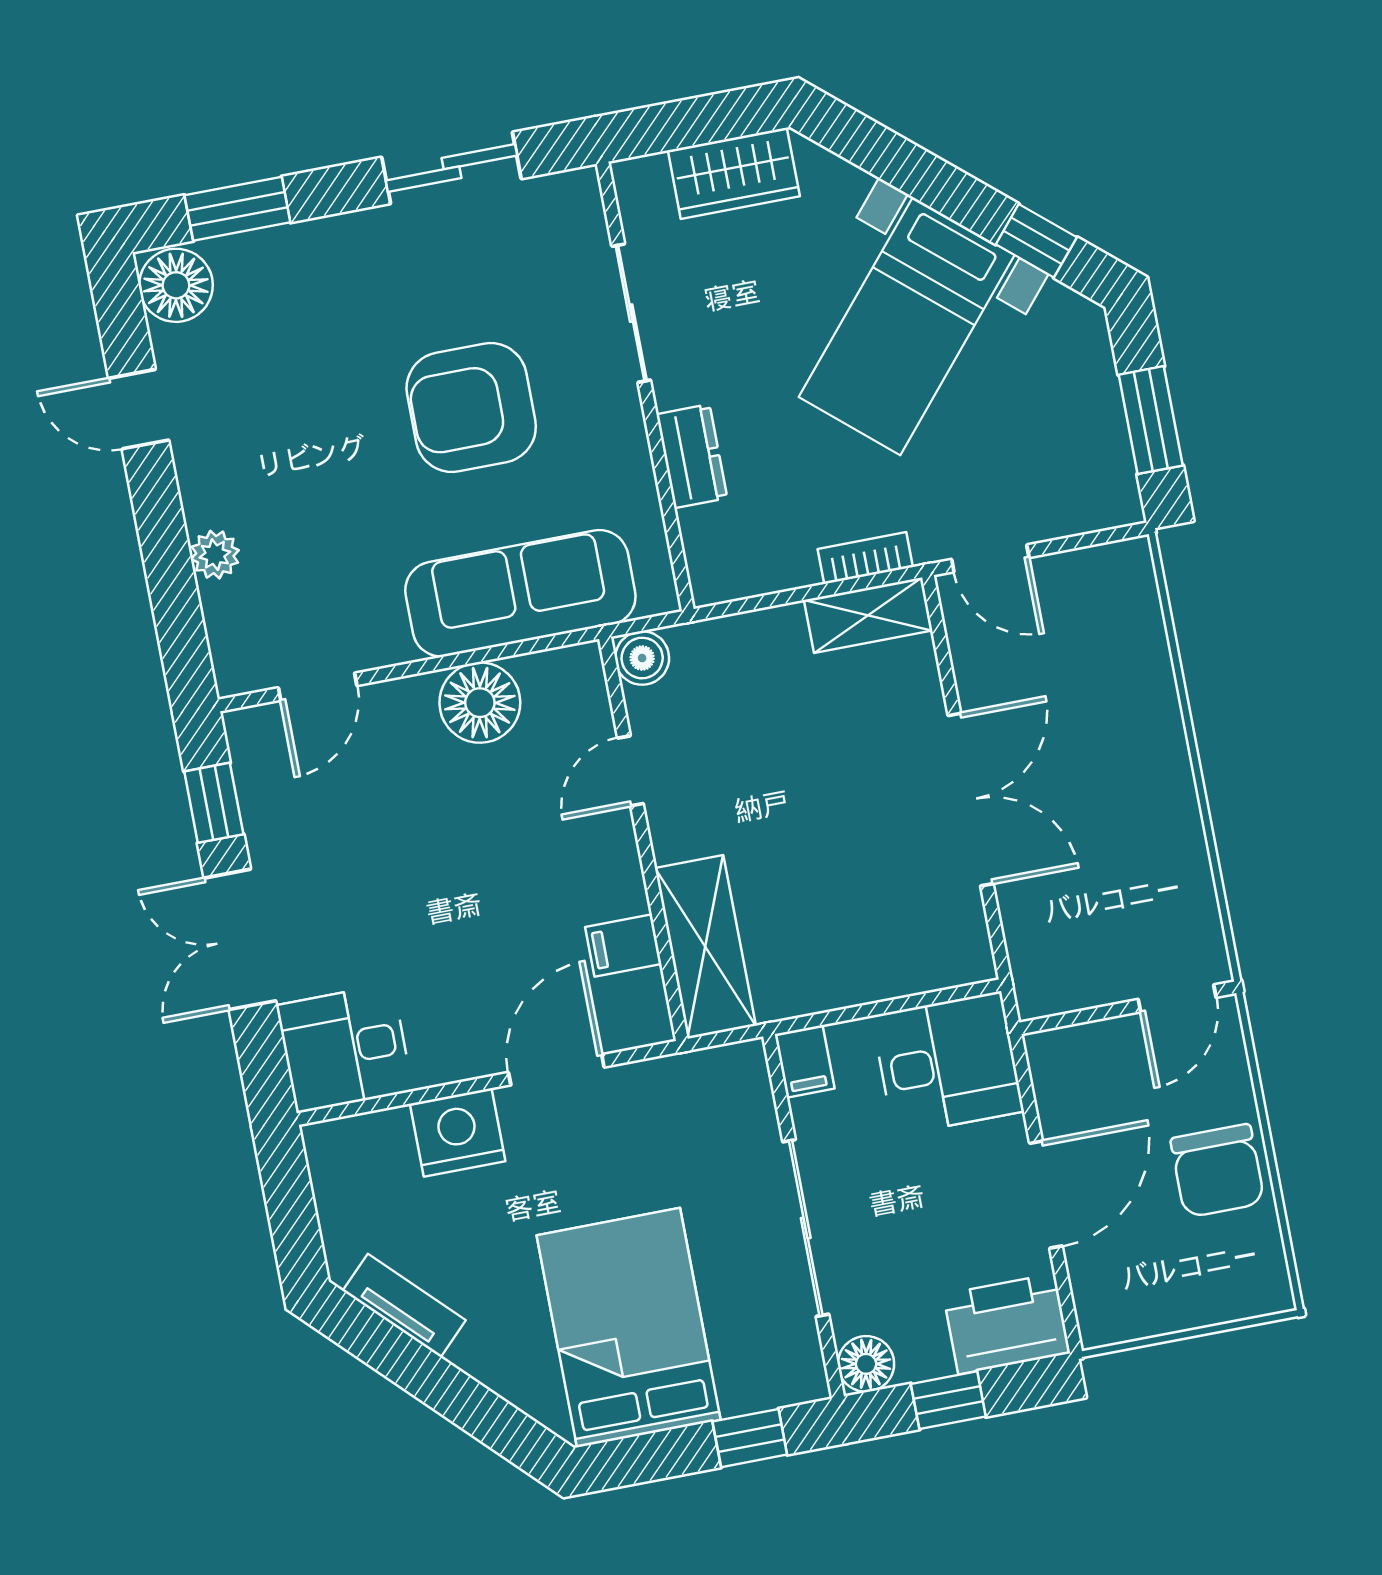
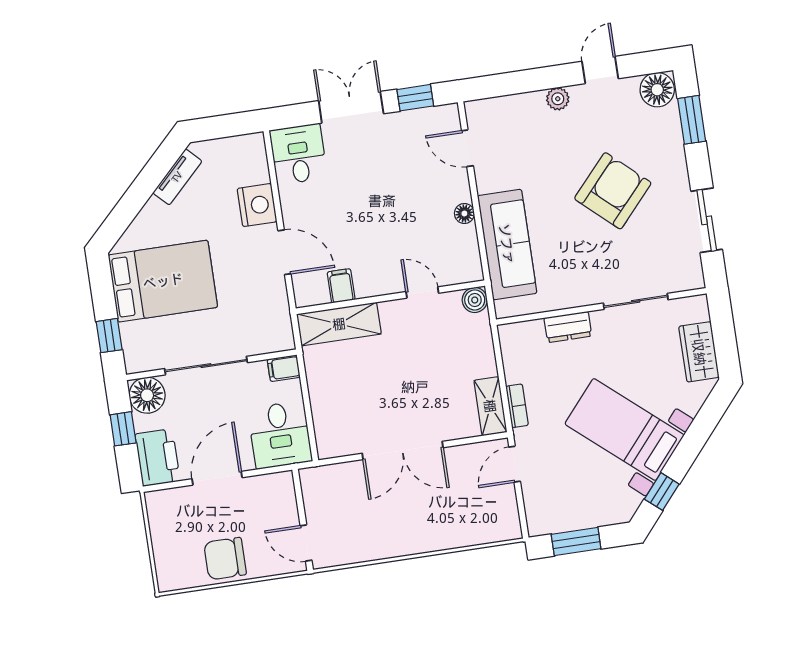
armchair: (471, 407) -> (613, 191), moved, turned 42
plant: (215, 555) -> (558, 99), moved
floor lamp: (480, 703) -> (464, 213), width x0.53, depth x0.53
door: (1046, 1195) -> (217, 478), swing flipped
floor lamp: (866, 1364) -> (147, 395), width x1.38, depth x1.38

